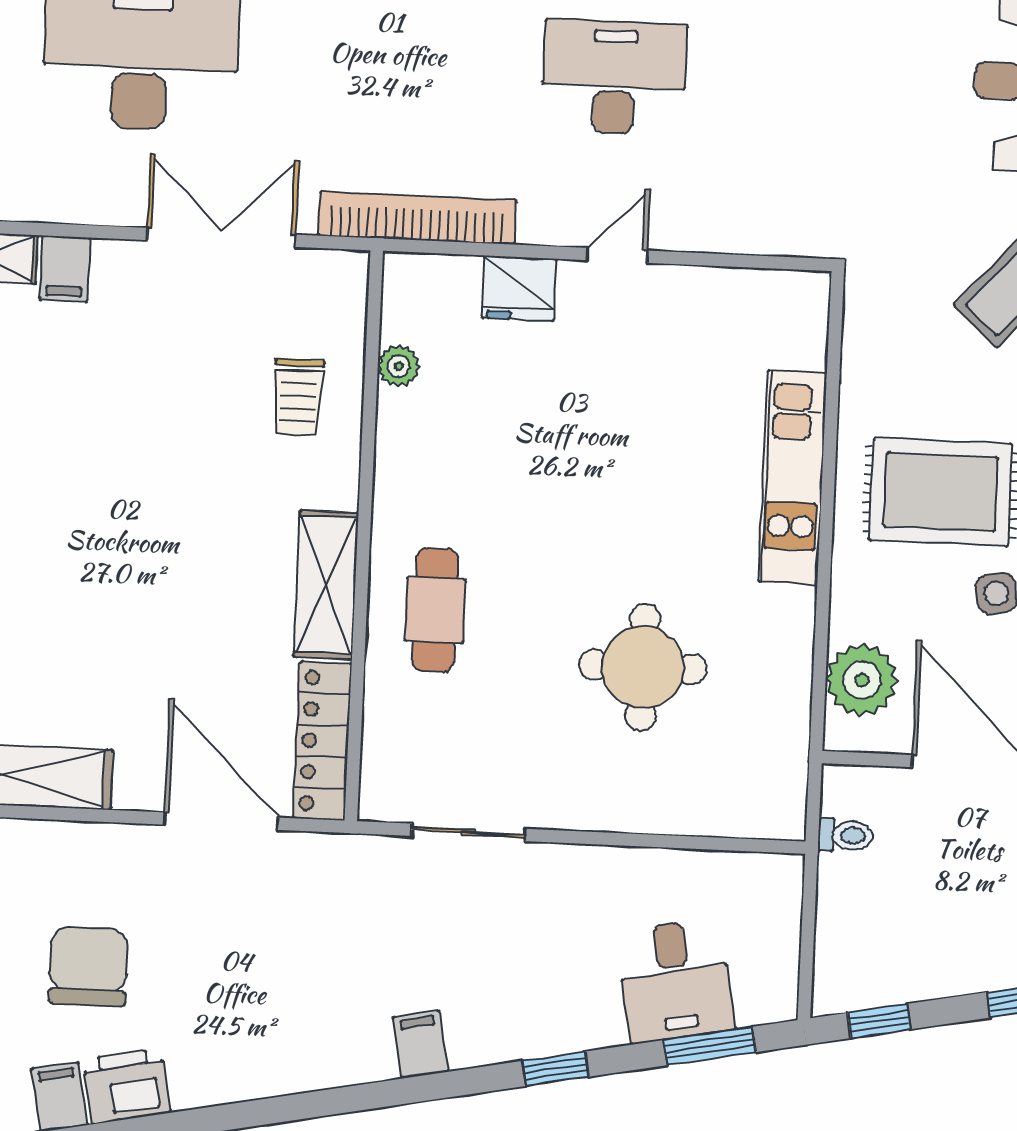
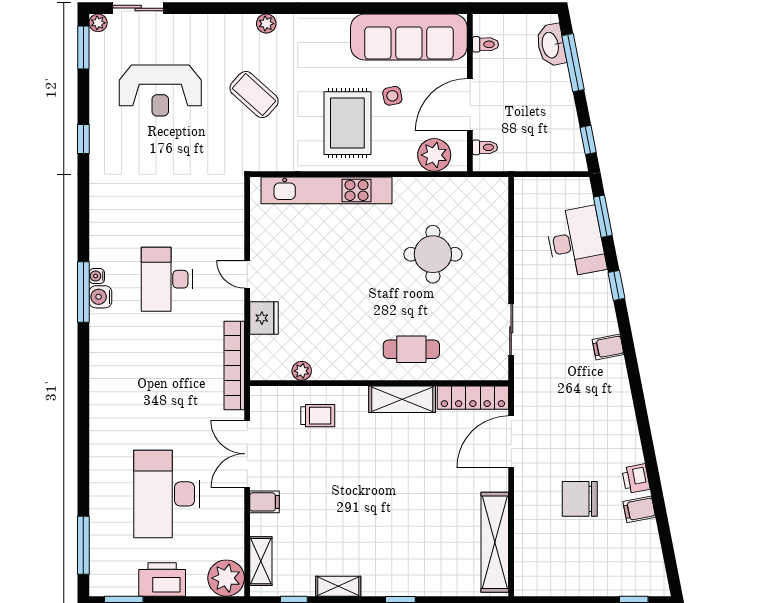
filing cabinet: (65, 269) -> (265, 502), moved
kitchen unit: (792, 477) -> (327, 190), width x1.36
toilet: (845, 835) -> (485, 147), moved, turned 90
desk: (675, 980) -> (576, 242), width x1.37
printer: (126, 1086) -> (636, 479), width x0.73, depth x0.81

